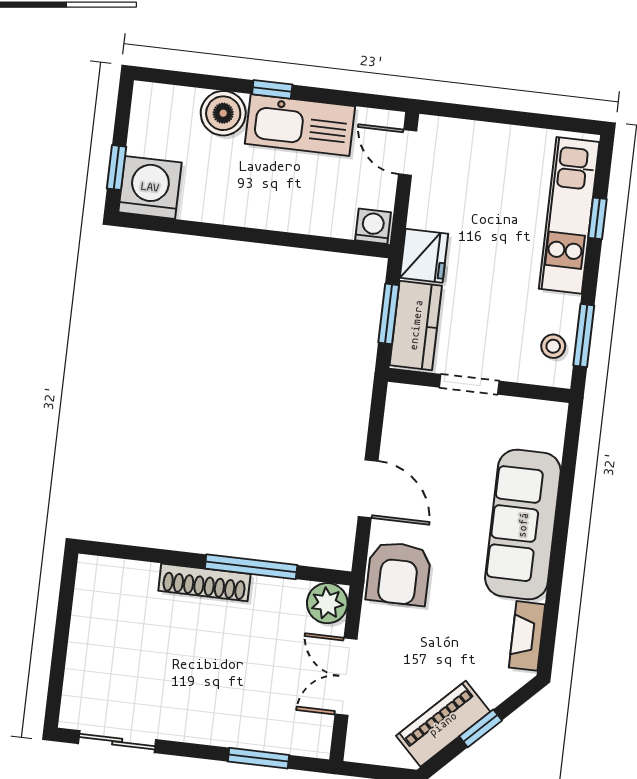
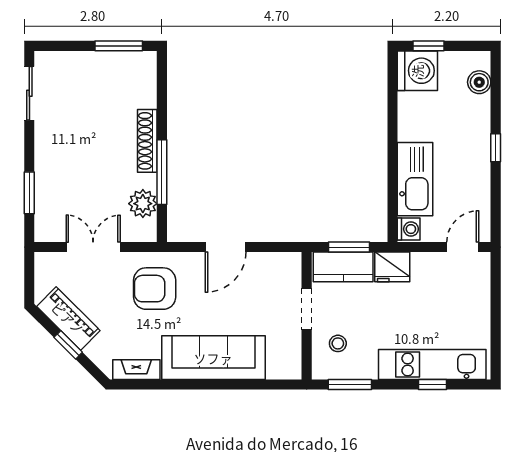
boiler: (223, 113) -> (479, 82), moved, width x0.73, depth x0.73
kitchen sink: (300, 125) -> (415, 179), moved, turned 180
stool: (553, 346) -> (338, 343), moved
armchair: (398, 573) -> (155, 289), moved
plant: (327, 603) -> (143, 204), moved
window: (65, 607) -> (119, 46), added

